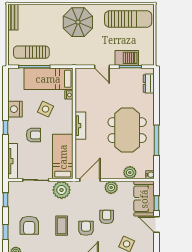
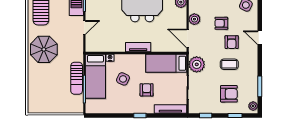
bench: (13, 17) -> (39, 109), removed
sun lounger: (31, 52) -> (77, 78), moved
nightstand: (15, 109) -> (123, 107), removed
armchair: (86, 228) -> (232, 42), turned -90

